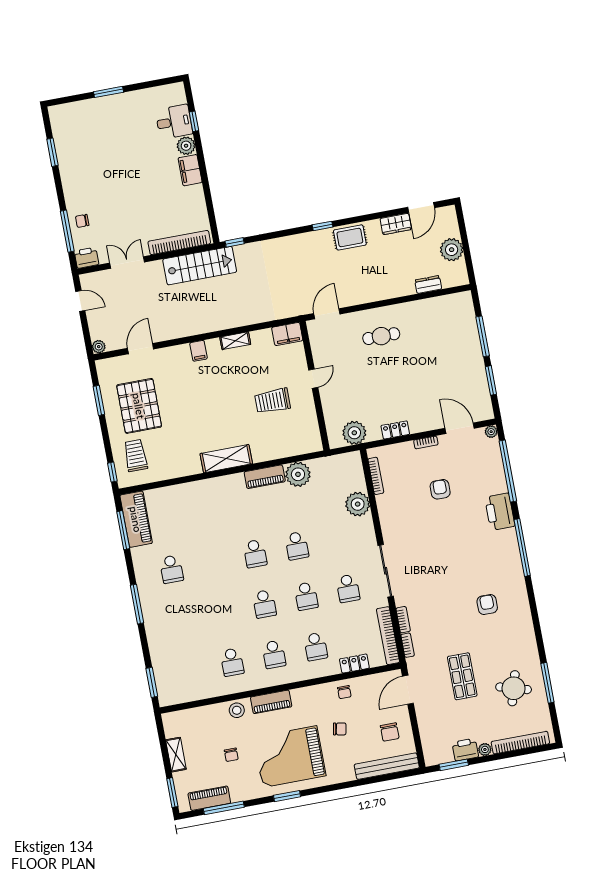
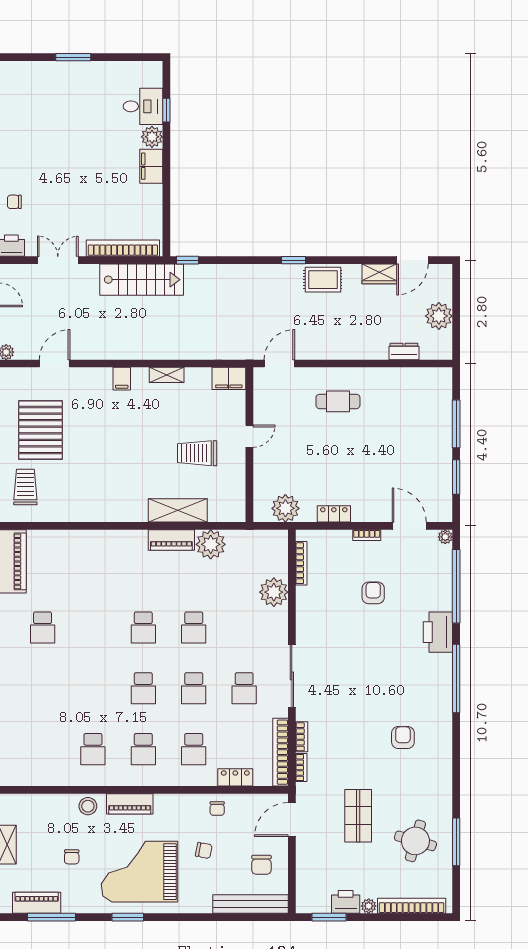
shelving: (226, 459) -> (178, 510), moved

